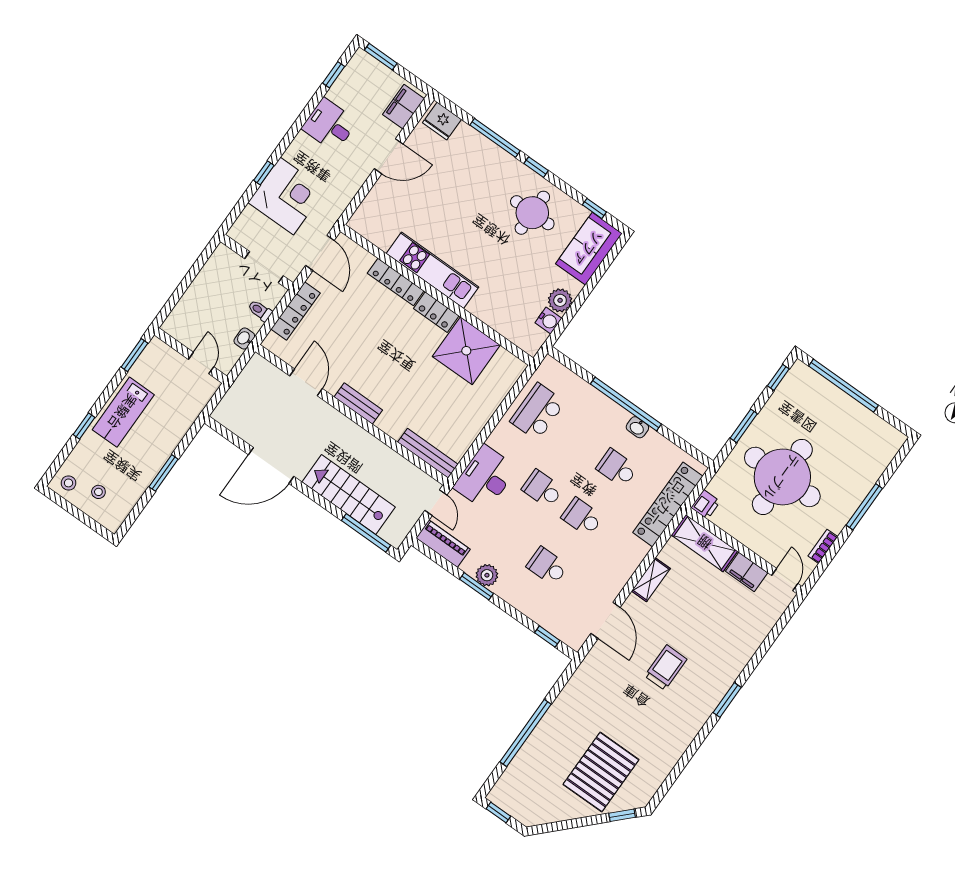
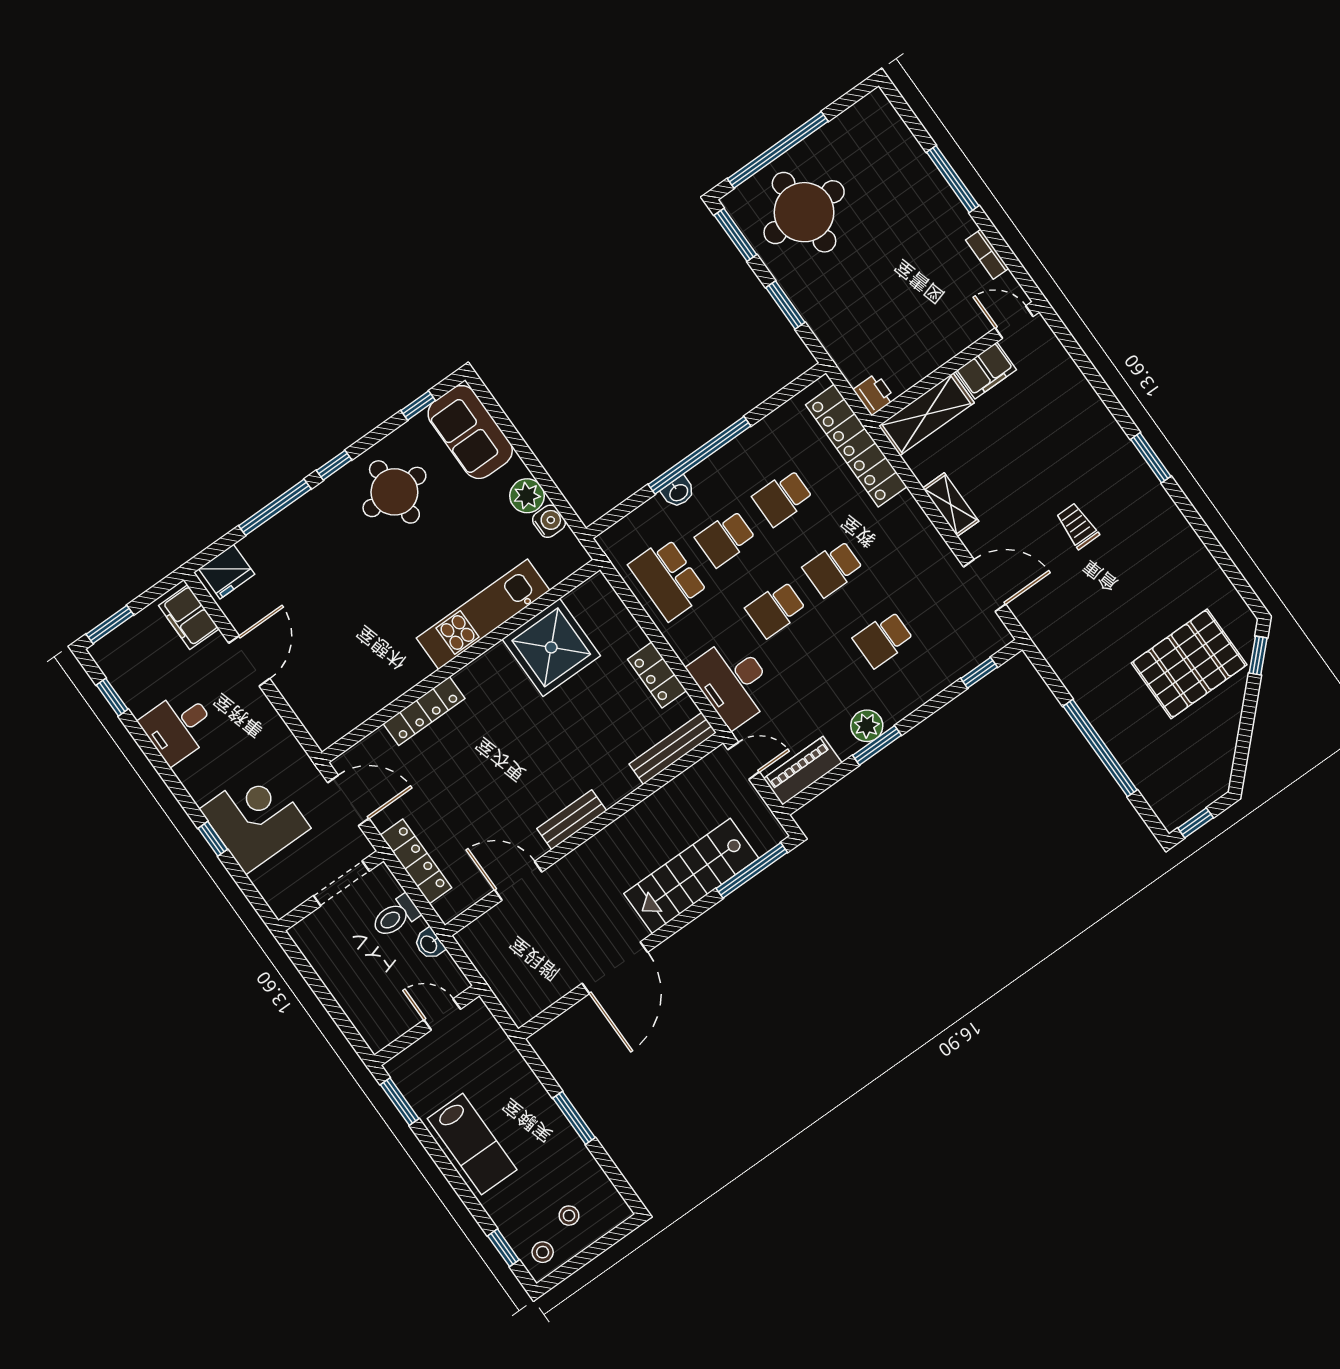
kitchen unit: (432, 270) -> (483, 614), moved
toilet: (260, 311) -> (395, 916), width x1.37, depth x1.39
locker: (436, 312) -> (657, 675), moved, turned 90
window: (778, 377) -> (735, 235), width x1.50
window: (84, 426) -> (503, 1248), moved
washbasin: (637, 427) -> (678, 492), moved
school desk: (577, 440) -> (725, 538), added
round table: (782, 477) -> (804, 212), moved, width x0.73, depth x0.73
trolley: (666, 668) -> (1078, 526), width x0.73, depth x0.72
pallet: (601, 772) -> (1189, 664), turned 90

